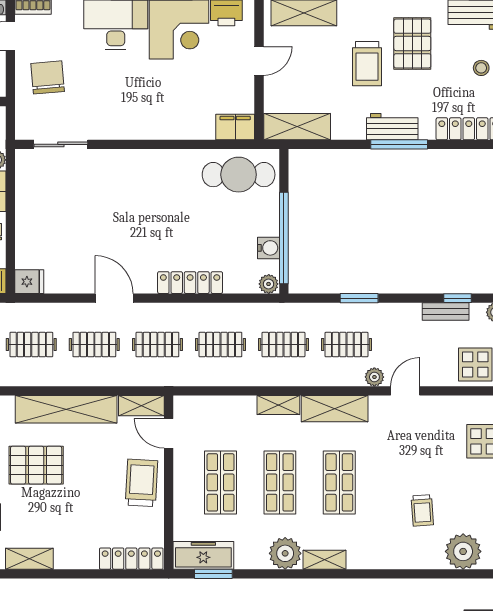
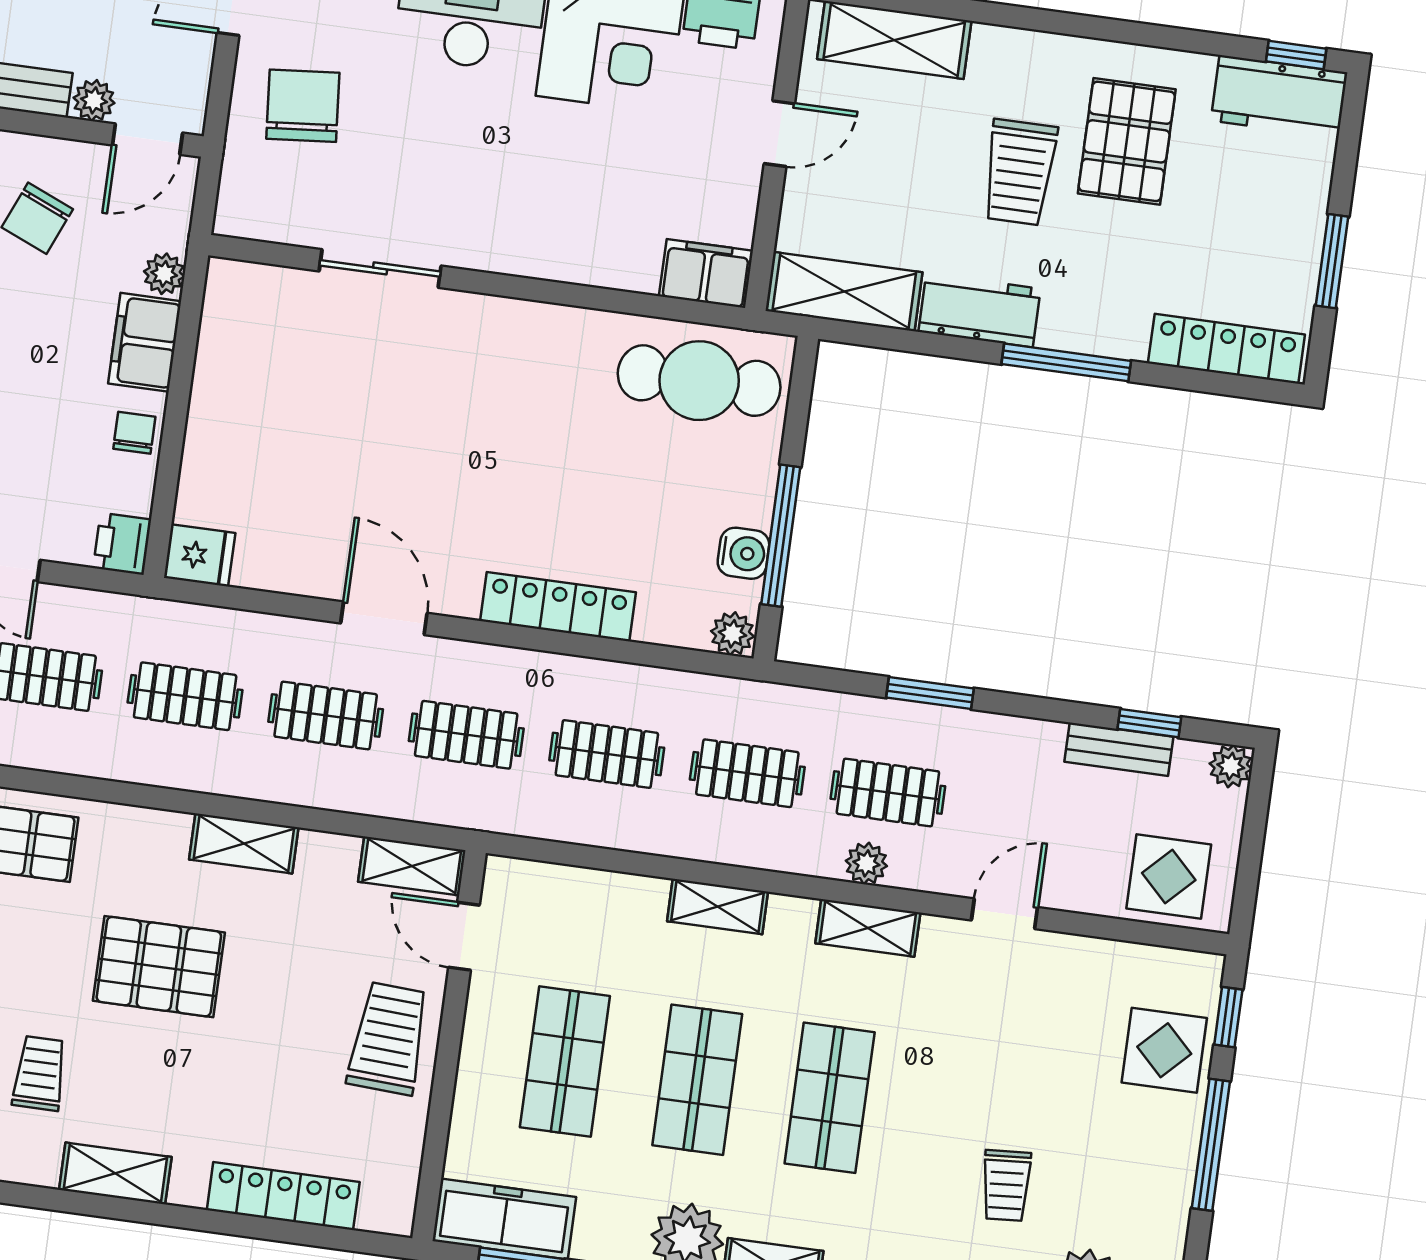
stool: (481, 68) -> (1273, 217), removed
workbench: (392, 127) -> (979, 310), moved
sliding door: (61, 144) -> (380, 268), moved
window: (284, 238) -> (781, 536), width x0.68
plant: (374, 377) -> (866, 863), moved
shelving: (66, 409) -> (244, 843), width x0.45, depth x0.75
shelving: (335, 409) -> (868, 928), width x0.67, depth x0.75
locker: (131, 559) -> (283, 1196), moved

